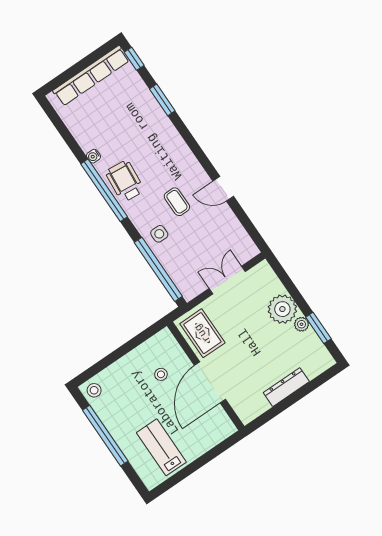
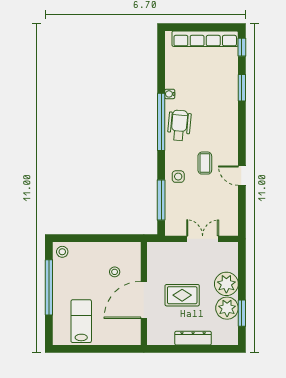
window: (158, 269) -> (161, 200), width x0.68
plant: (301, 324) -> (227, 308), width x1.88, depth x1.88
rug: (202, 333) -> (182, 295), moved, turned 90

